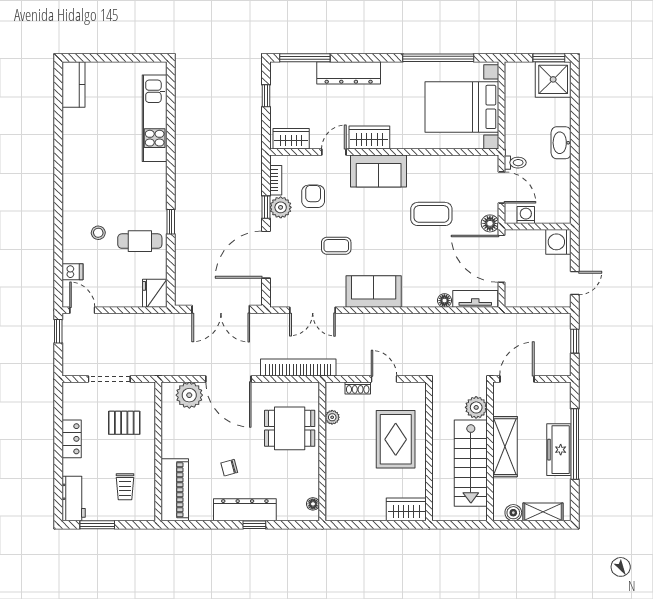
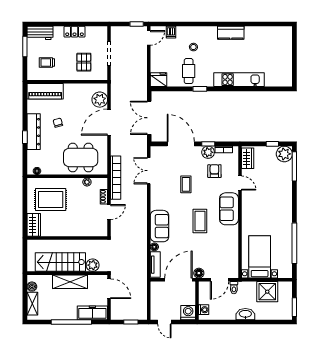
dresser: (349, 73) -> (286, 192), removed
plant: (284, 75) -> (284, 154), added
shower: (553, 79) -> (267, 292), moved
kitchen counter: (73, 84) -> (231, 33), moved
bed with nightstands: (462, 107) -> (260, 257), width x0.73
kitchen unit: (155, 118) -> (239, 80), moved
wardrobe: (369, 138) -> (248, 204), removed
armchair: (313, 196) -> (214, 171), turned -90
coffee table: (431, 214) -> (200, 221), moved
washing machine: (526, 215) -> (204, 310), moved
sofa: (374, 292) -> (159, 226), moved
bookcase: (298, 368) -> (116, 178), moved
dining table: (290, 428) -> (81, 158), width x1.38
rug: (396, 439) -> (51, 199), moved
freezer: (559, 450) -> (92, 313), moved

